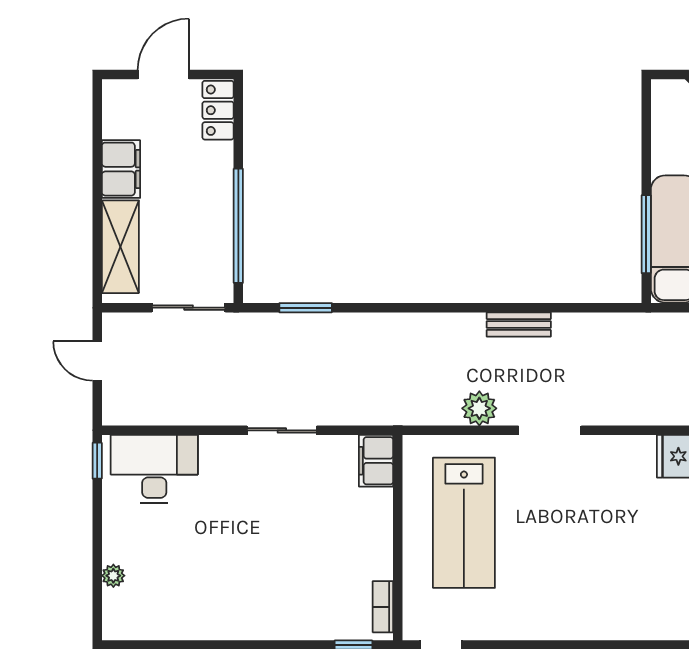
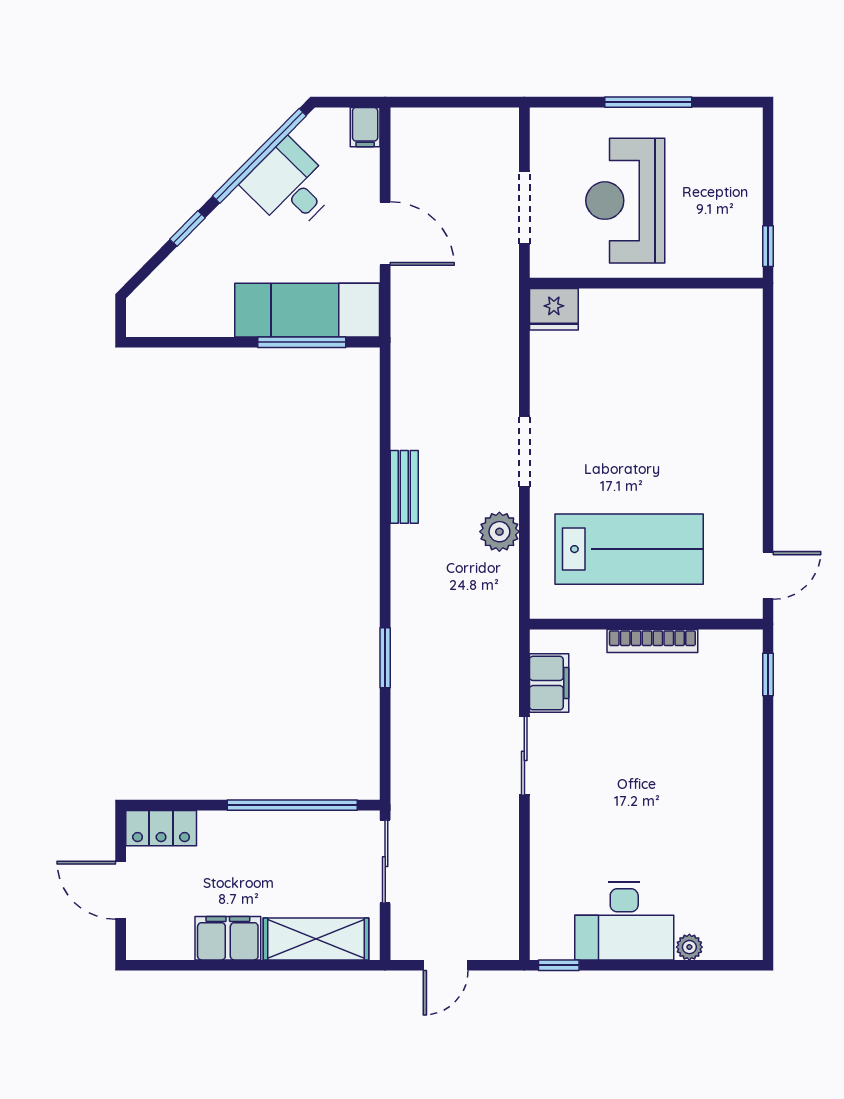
window: (306, 308) -> (385, 658), moved
filing cabinet: (376, 461) -> (549, 683), moved, turned -90
desk: (154, 469) -> (624, 921), moved, turned -90
bookcase: (383, 607) -> (652, 641), moved, width x1.56

